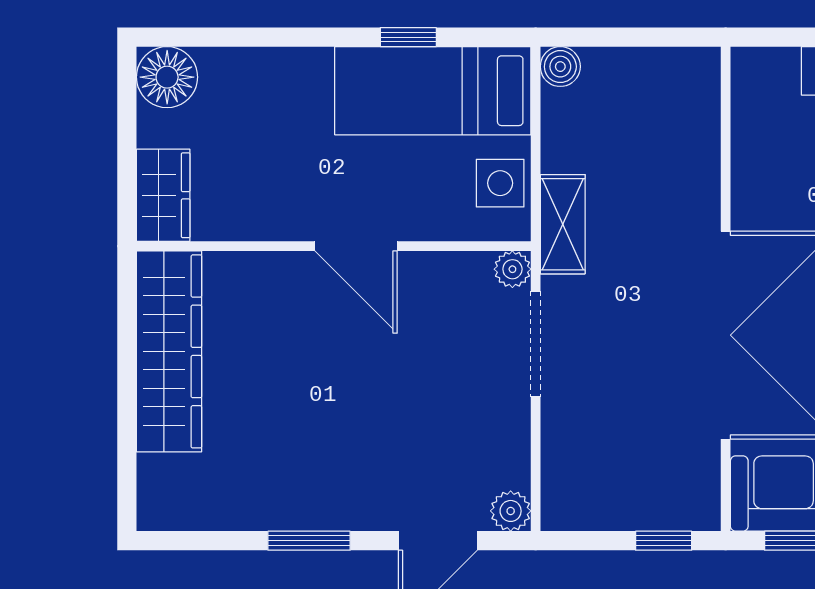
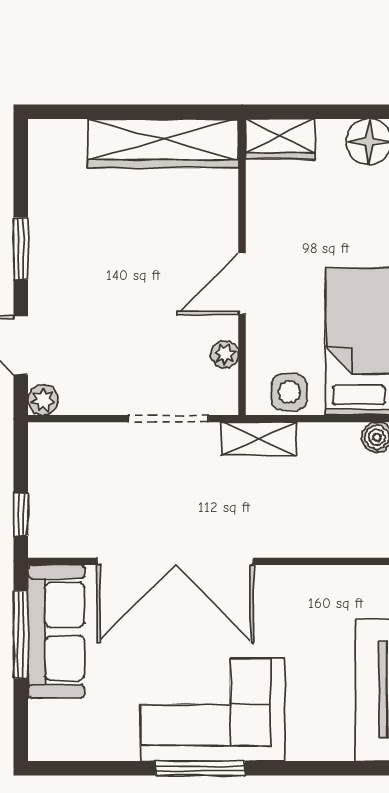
plant: (512, 269) -> (225, 354), moved

